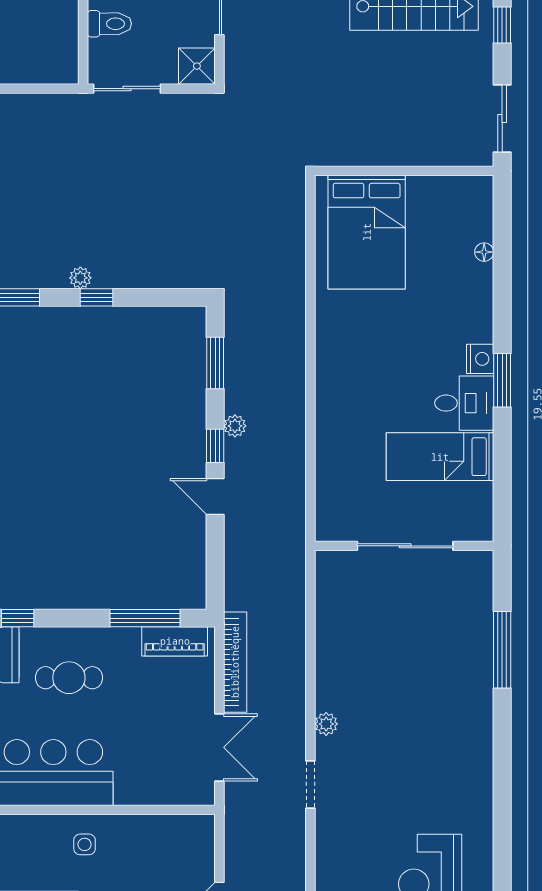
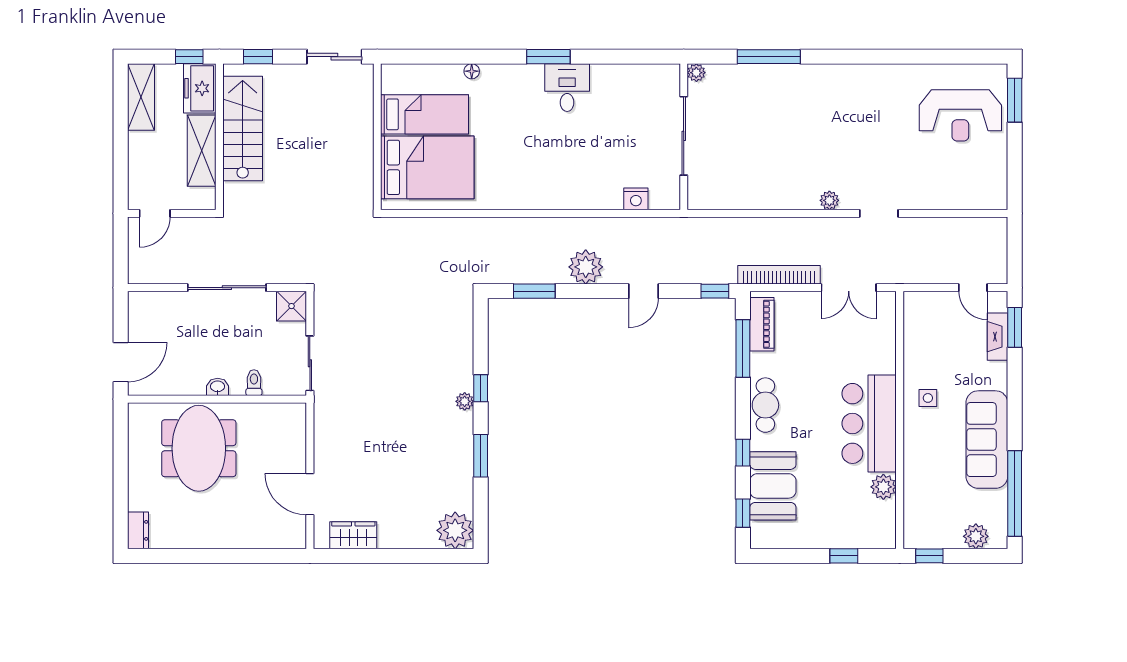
toilet: (109, 24) -> (254, 383), width x0.73, depth x0.72
floor lamp: (484, 252) -> (472, 71), moved
nightstand: (480, 359) -> (636, 199), moved, turned 180
plant: (235, 426) -> (586, 267), width x1.88, depth x1.88
window: (215, 446) -> (715, 291), moved
bed: (440, 457) -> (425, 114), moved, turned -90
plant: (482, 561) -> (696, 73), added
cafe table: (69, 678) -> (765, 405), moved
double door: (219, 747) -> (849, 288), swing flipped

